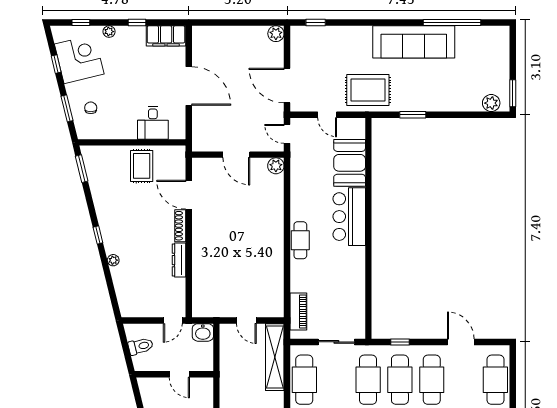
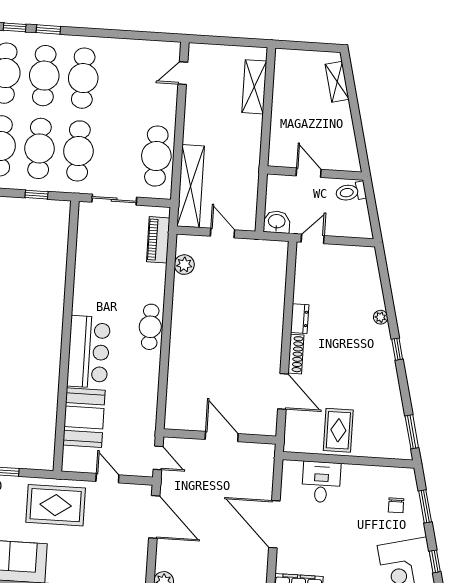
plant: (276, 166) -> (184, 265), moved
dresser: (179, 260) -> (300, 319), width x0.70
toilet: (141, 346) -> (351, 192), moved

